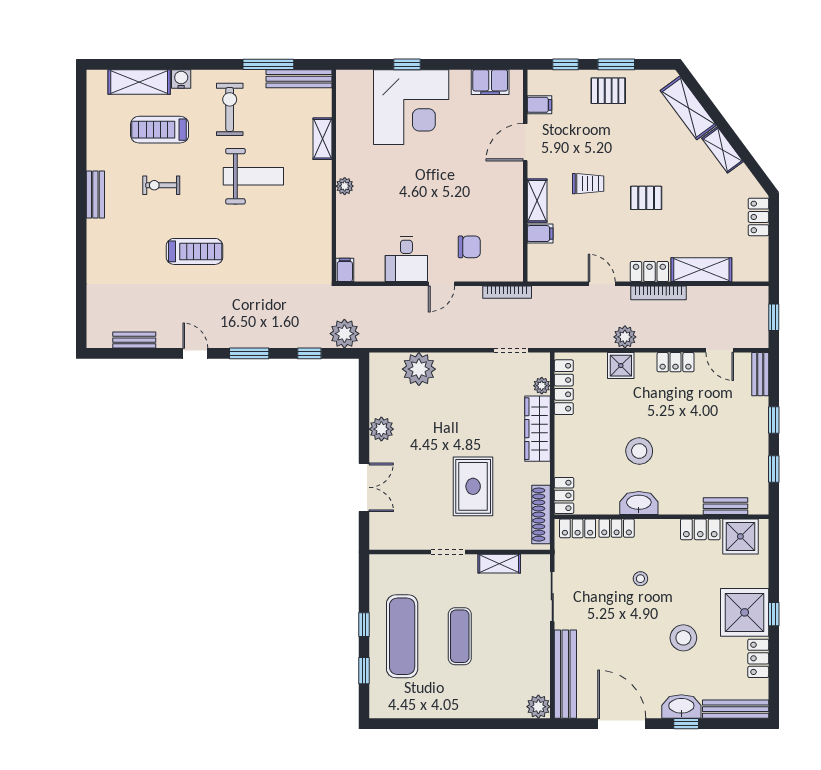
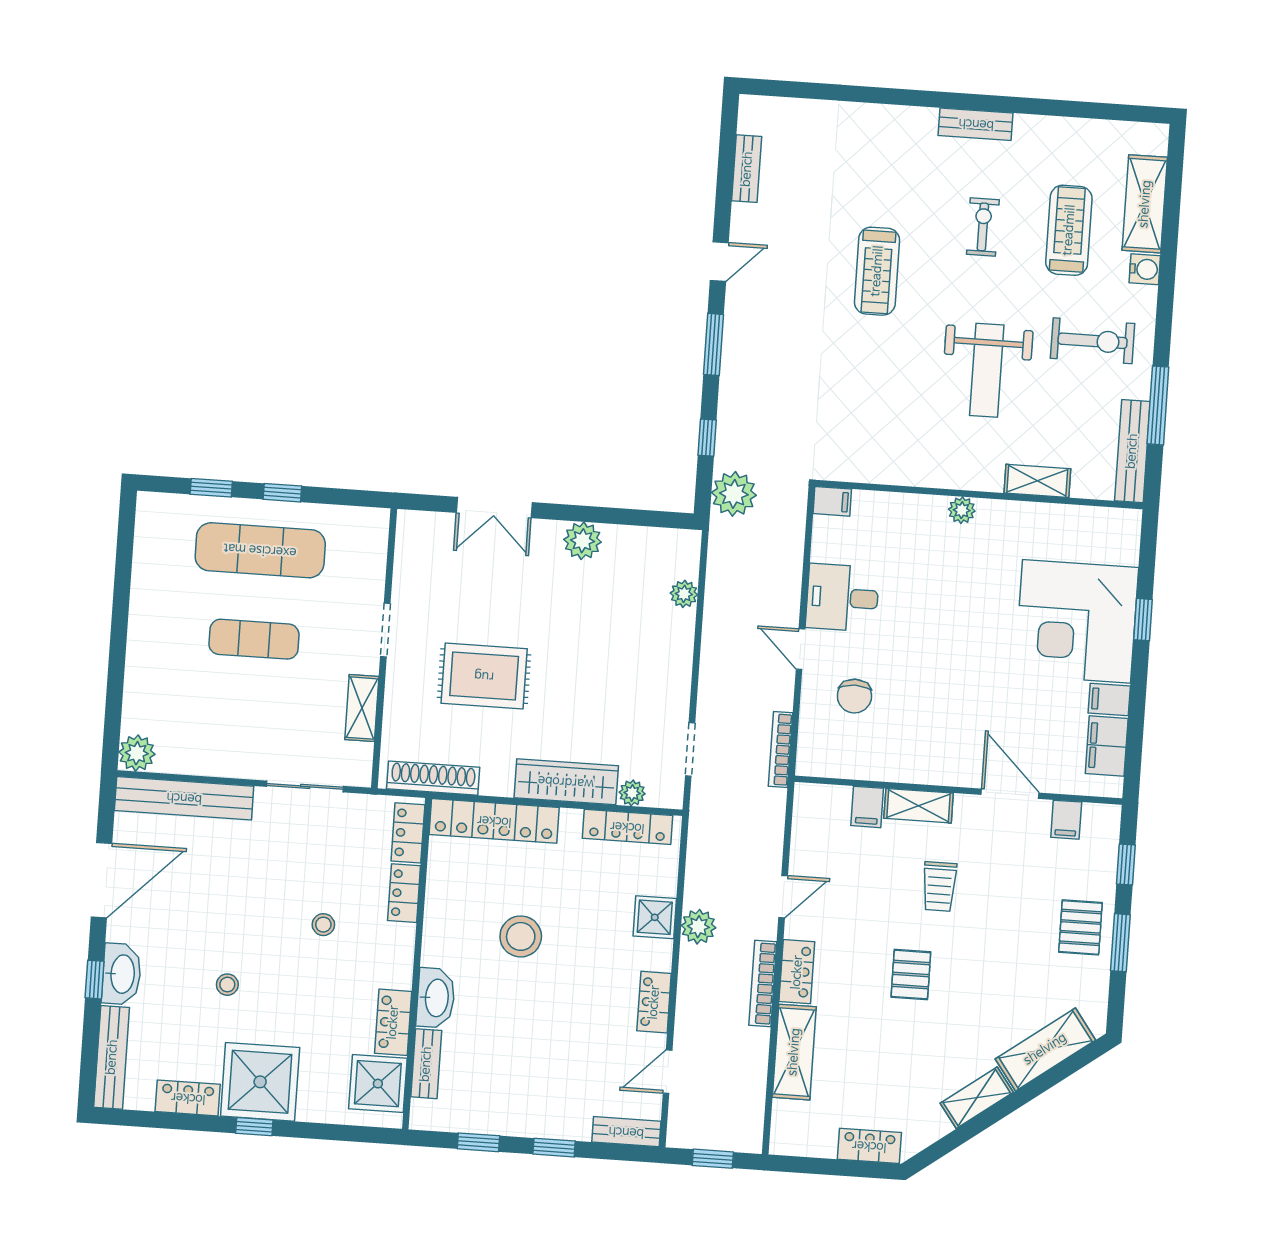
filing cabinet: (460, 82) -> (1109, 699), added
plant: (419, 369) -> (684, 594), width x0.53, depth x0.53
locker: (564, 495) -> (494, 821), width x2.16, depth x1.21
washbasin: (639, 503) -> (436, 998), moved
stool: (683, 638) -> (227, 985), width x0.53, depth x0.53

